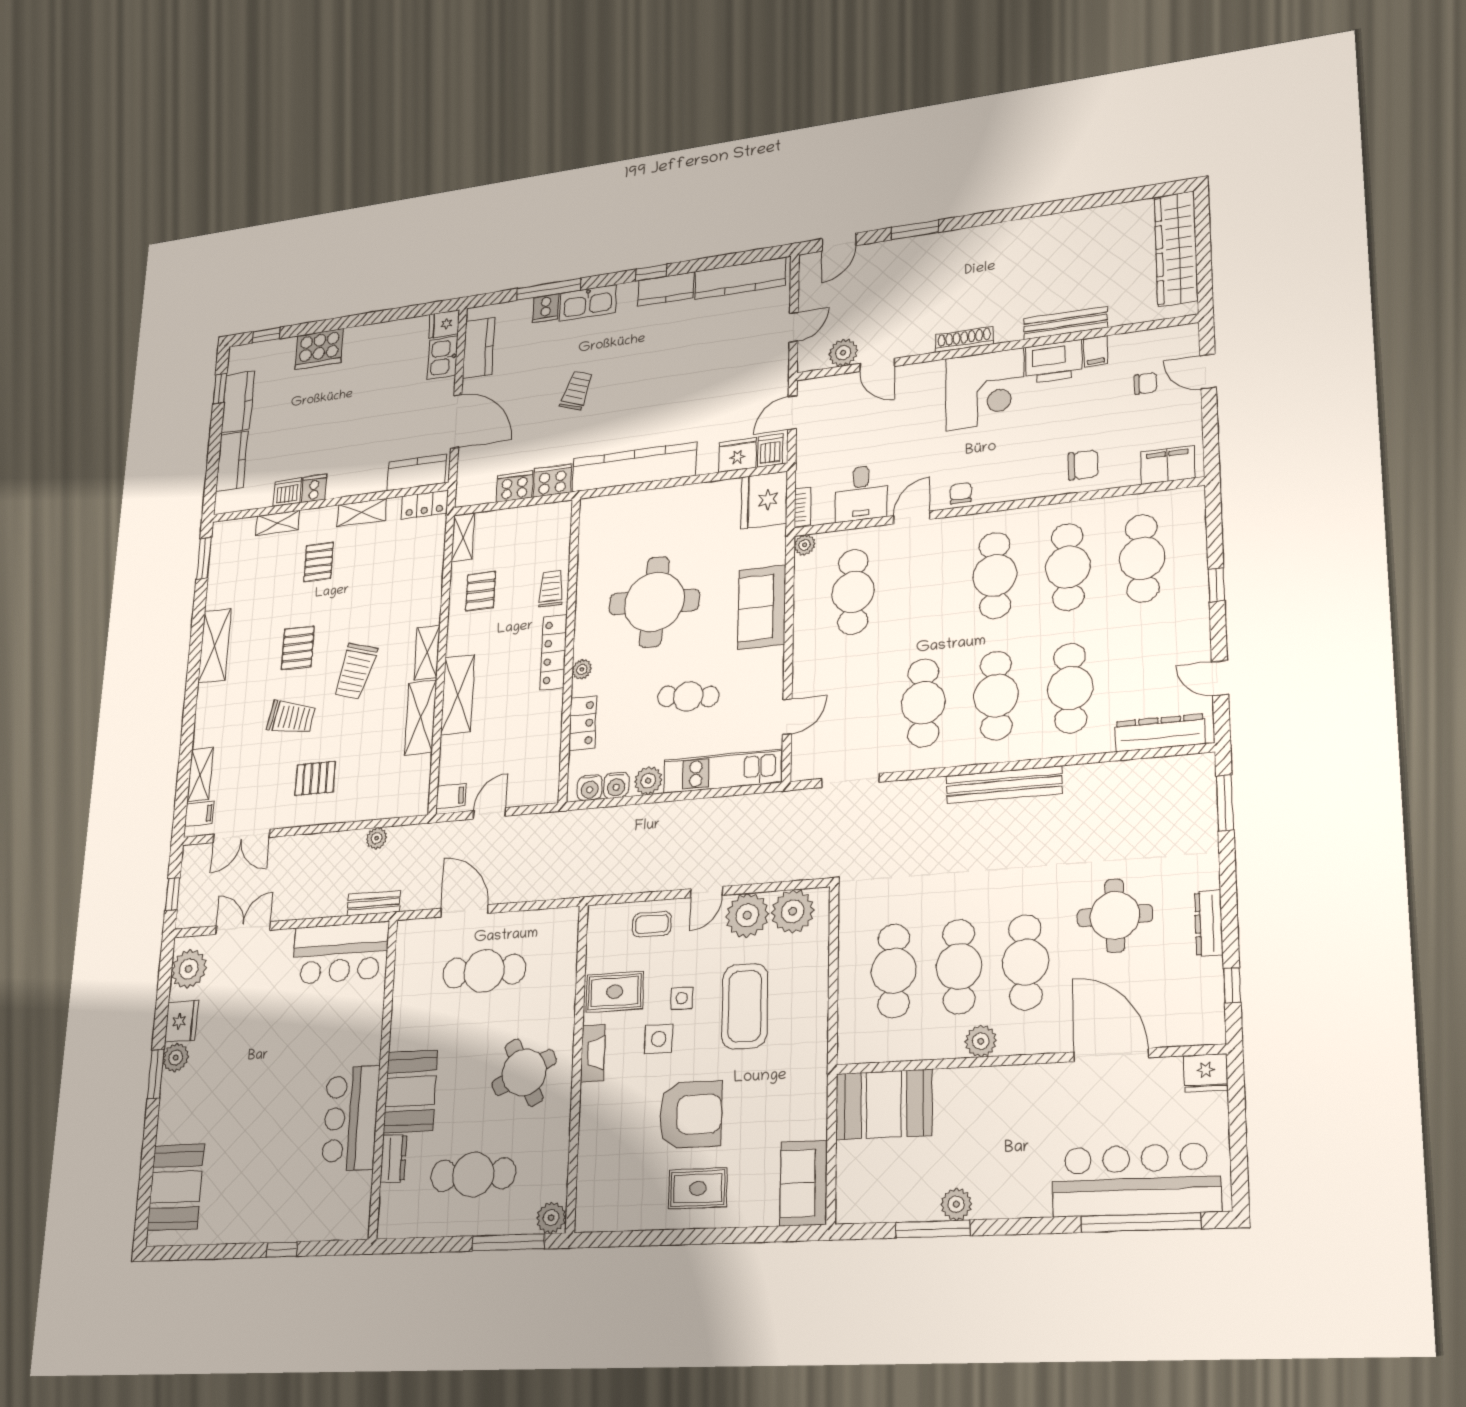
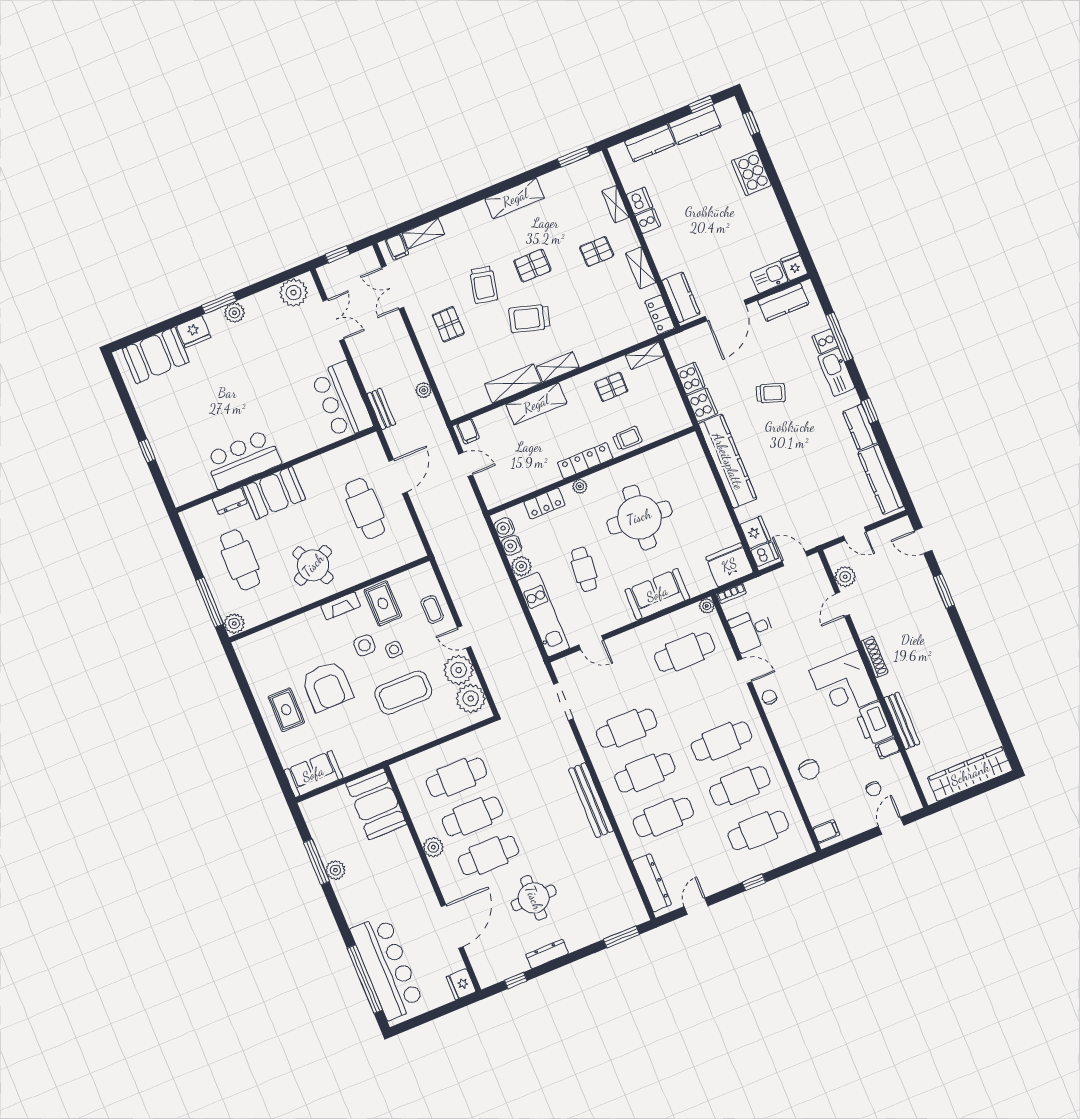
filing cabinet: (1168, 465) -> (826, 831), width x0.50
chair: (961, 493) -> (769, 697), turned -90
fridge: (181, 1021) -> (194, 332), moved

